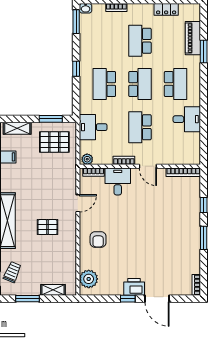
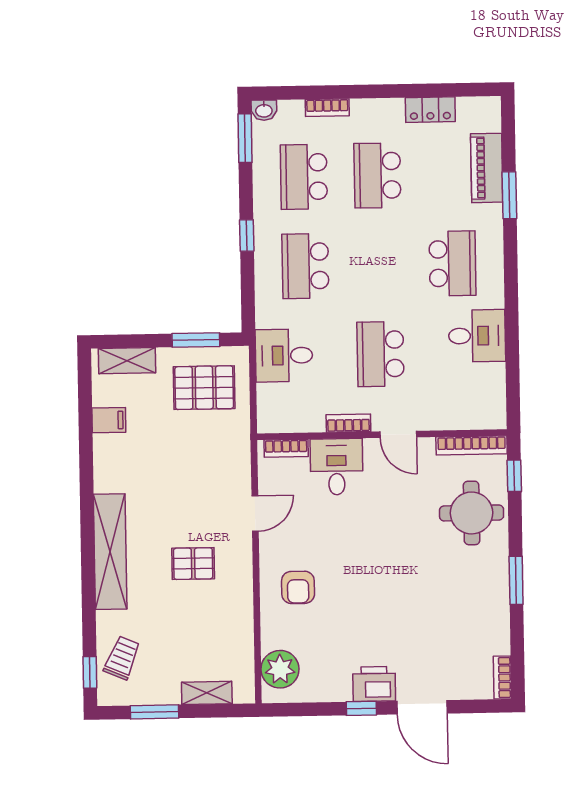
school desk: (140, 84) -> (304, 177), moved, turned 180
plant: (87, 159) -> (273, 422), removed
round table: (183, 205) -> (472, 513), added
window: (204, 205) -> (514, 476), moved

